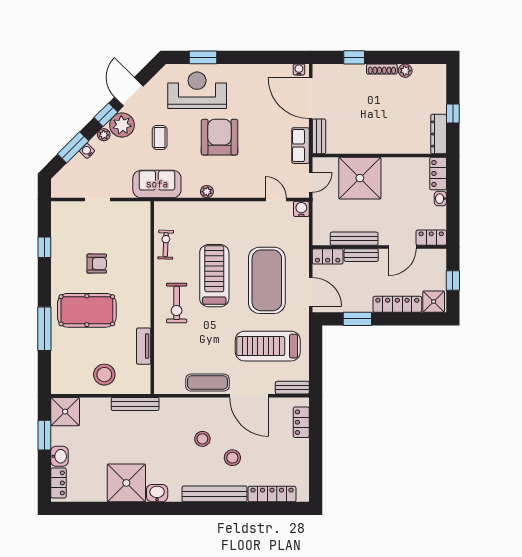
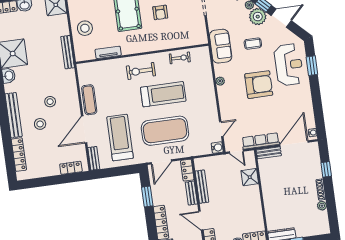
row of seats: (300, 146) -> (261, 141), width x1.48
shower: (360, 178) -> (250, 177), width x0.54, depth x0.54

